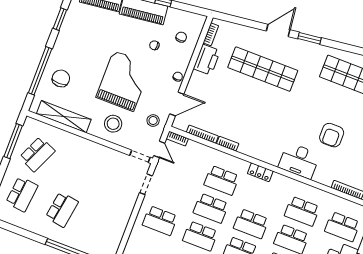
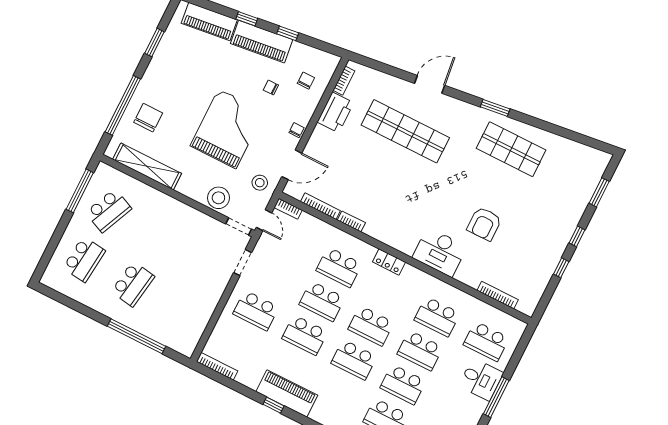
window: (309, 38) -> (495, 108), moved
stool: (113, 124) -> (218, 198), moved

